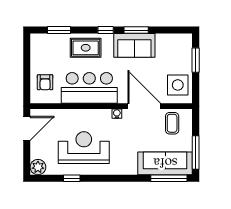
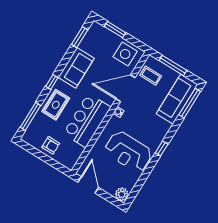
window: (59, 30) -> (31, 116), width x1.44
window: (136, 30) -> (80, 37), moved
armchair: (45, 82) -> (51, 145), moved
reception desk: (84, 148) -> (128, 152), turned -90
window: (196, 152) -> (173, 65), moved
window: (72, 178) -> (162, 148), moved

